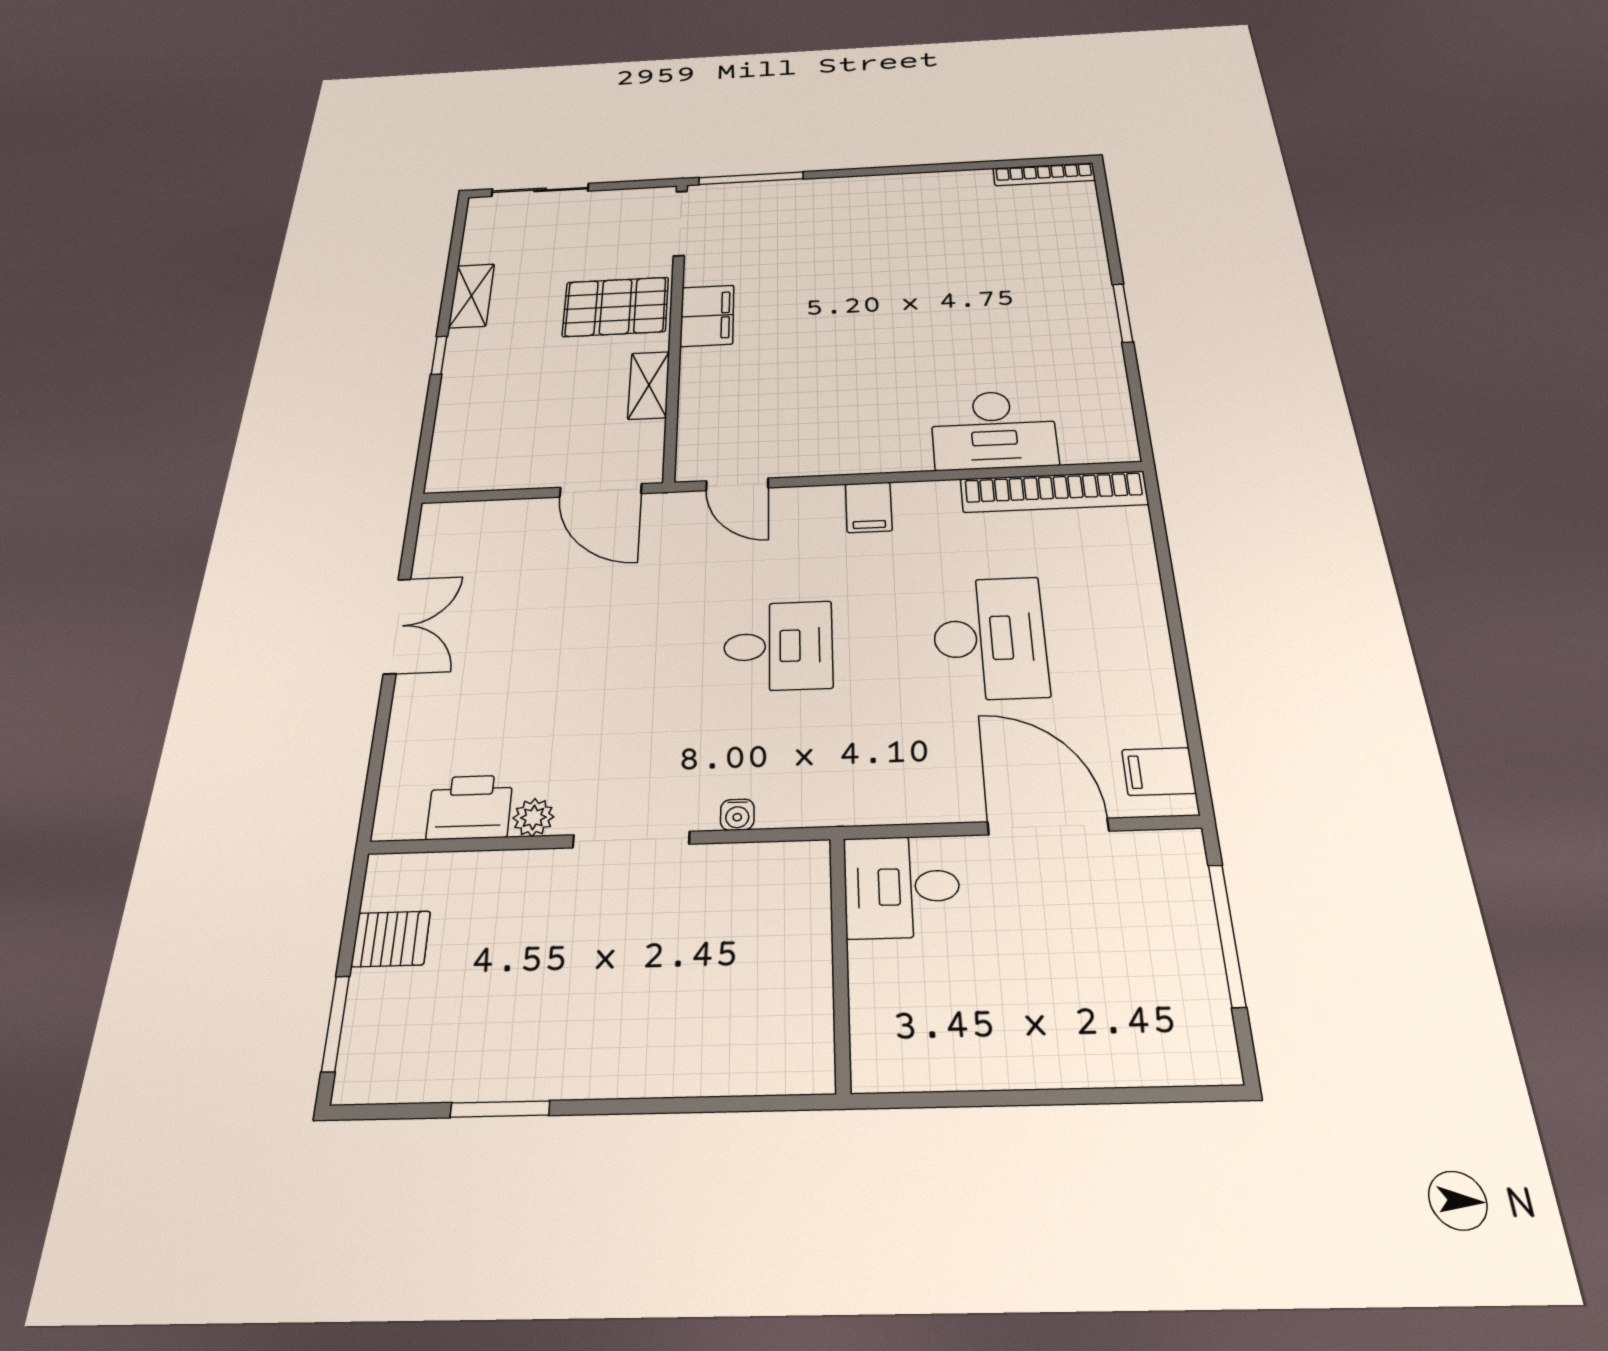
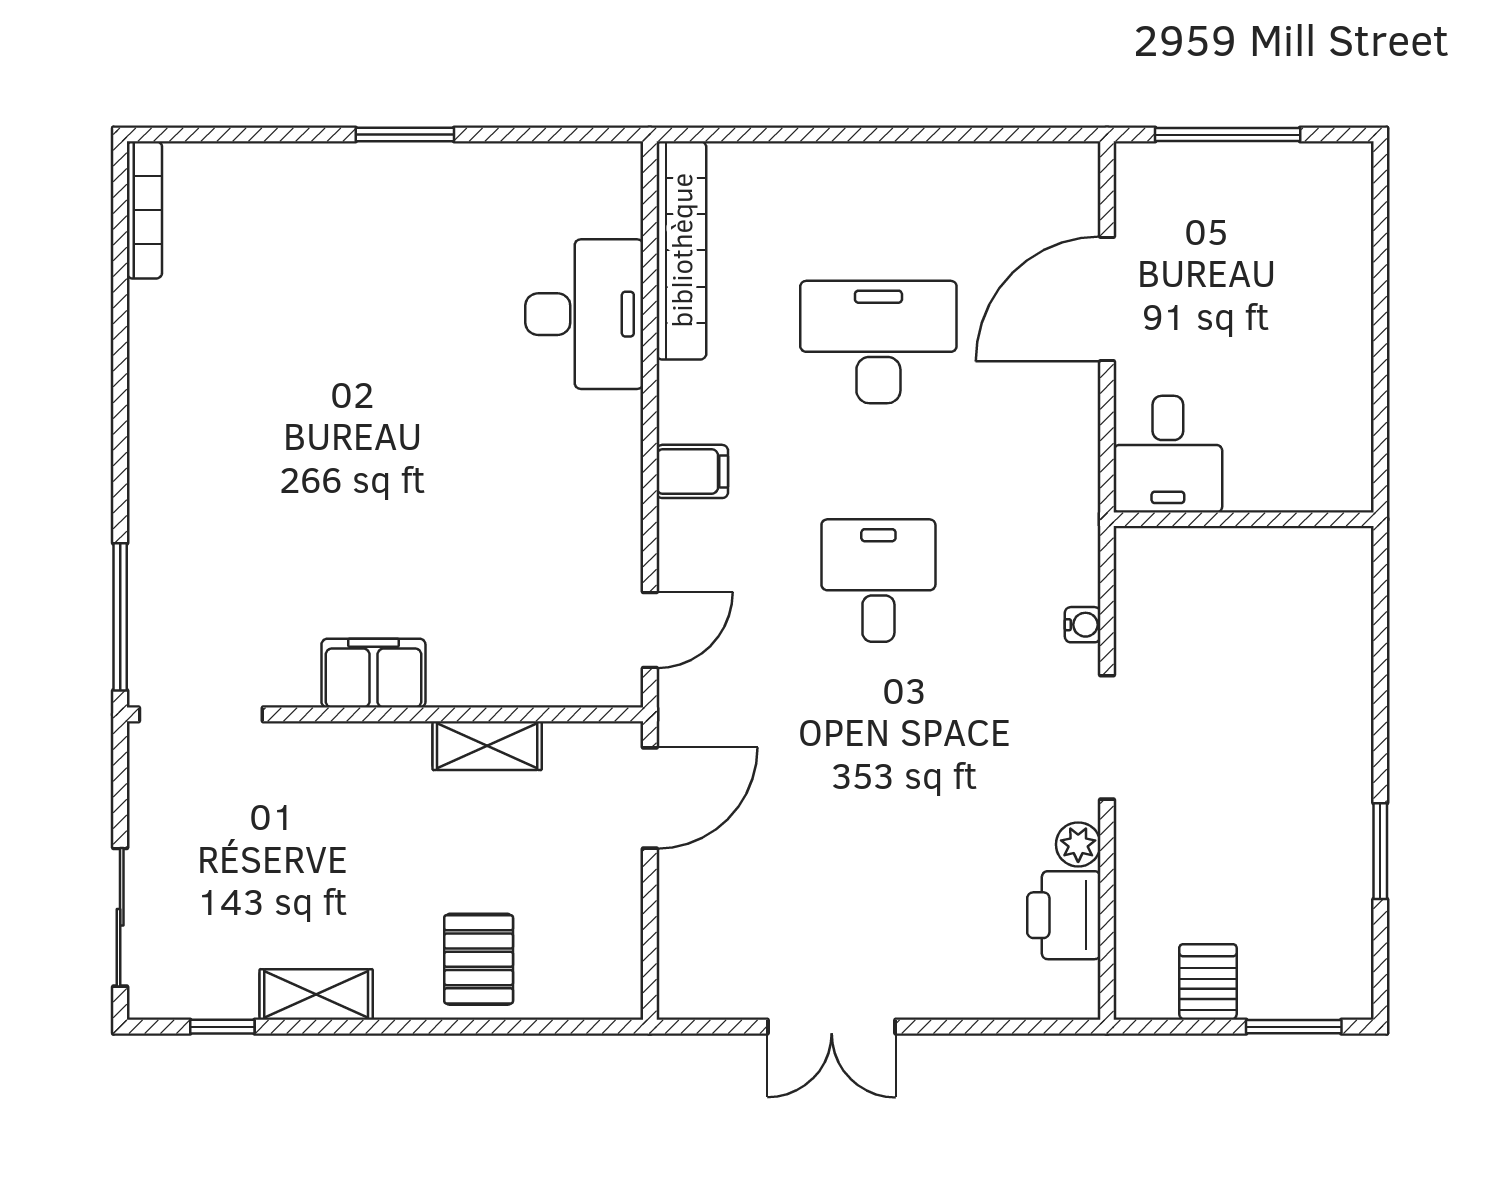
pallet: (616, 307) -> (479, 959), moved, width x0.67, depth x0.71
window: (439, 355) -> (222, 1027), moved
double door: (397, 626) -> (832, 1027), swing flipped
filing cabinet: (1159, 771) -> (1049, 177), removed

